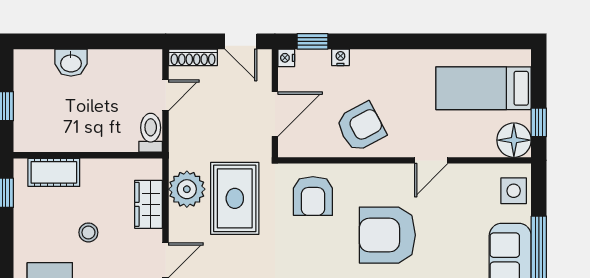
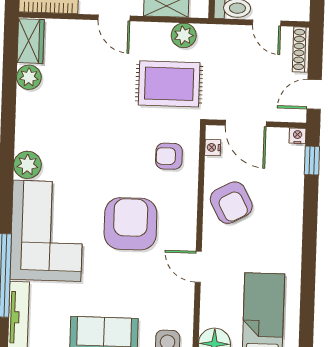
nightstand: (340, 57) -> (213, 147), moved, turned 180
plant: (187, 189) -> (184, 35), width x0.73, depth x0.73
armchair: (313, 196) -> (169, 156), width x0.72, depth x0.72

